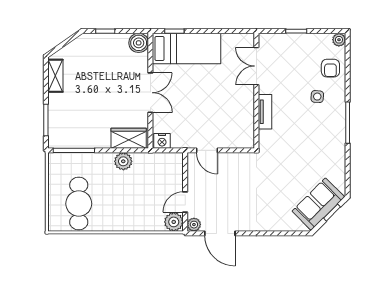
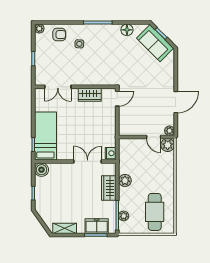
double door: (150, 93) -> (88, 161), moved
wardrobe: (245, 111) -> (90, 95), added
tv unit: (265, 112) -> (90, 81), removed
freezer: (59, 121) -> (97, 226), added
wardrobe: (129, 138) -> (109, 188), moved
door: (207, 150) -> (117, 99), moved
plant: (73, 159) -> (124, 216), added
floor lamp: (337, 164) -> (127, 30), added
cafe table: (79, 204) -> (155, 212), turned 90
door: (220, 233) -> (176, 102), moved

